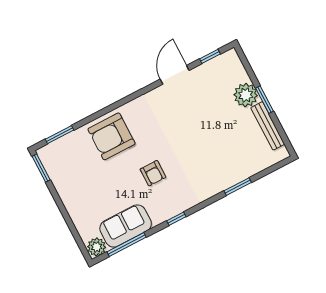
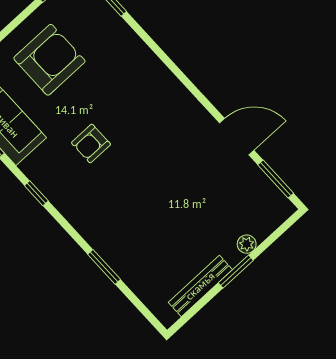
window: (210, 56) -> (276, 179), width x1.50
plant: (246, 95) -> (247, 244), width x0.53, depth x0.53
armchair: (111, 136) -> (49, 60), moved, turned 90

